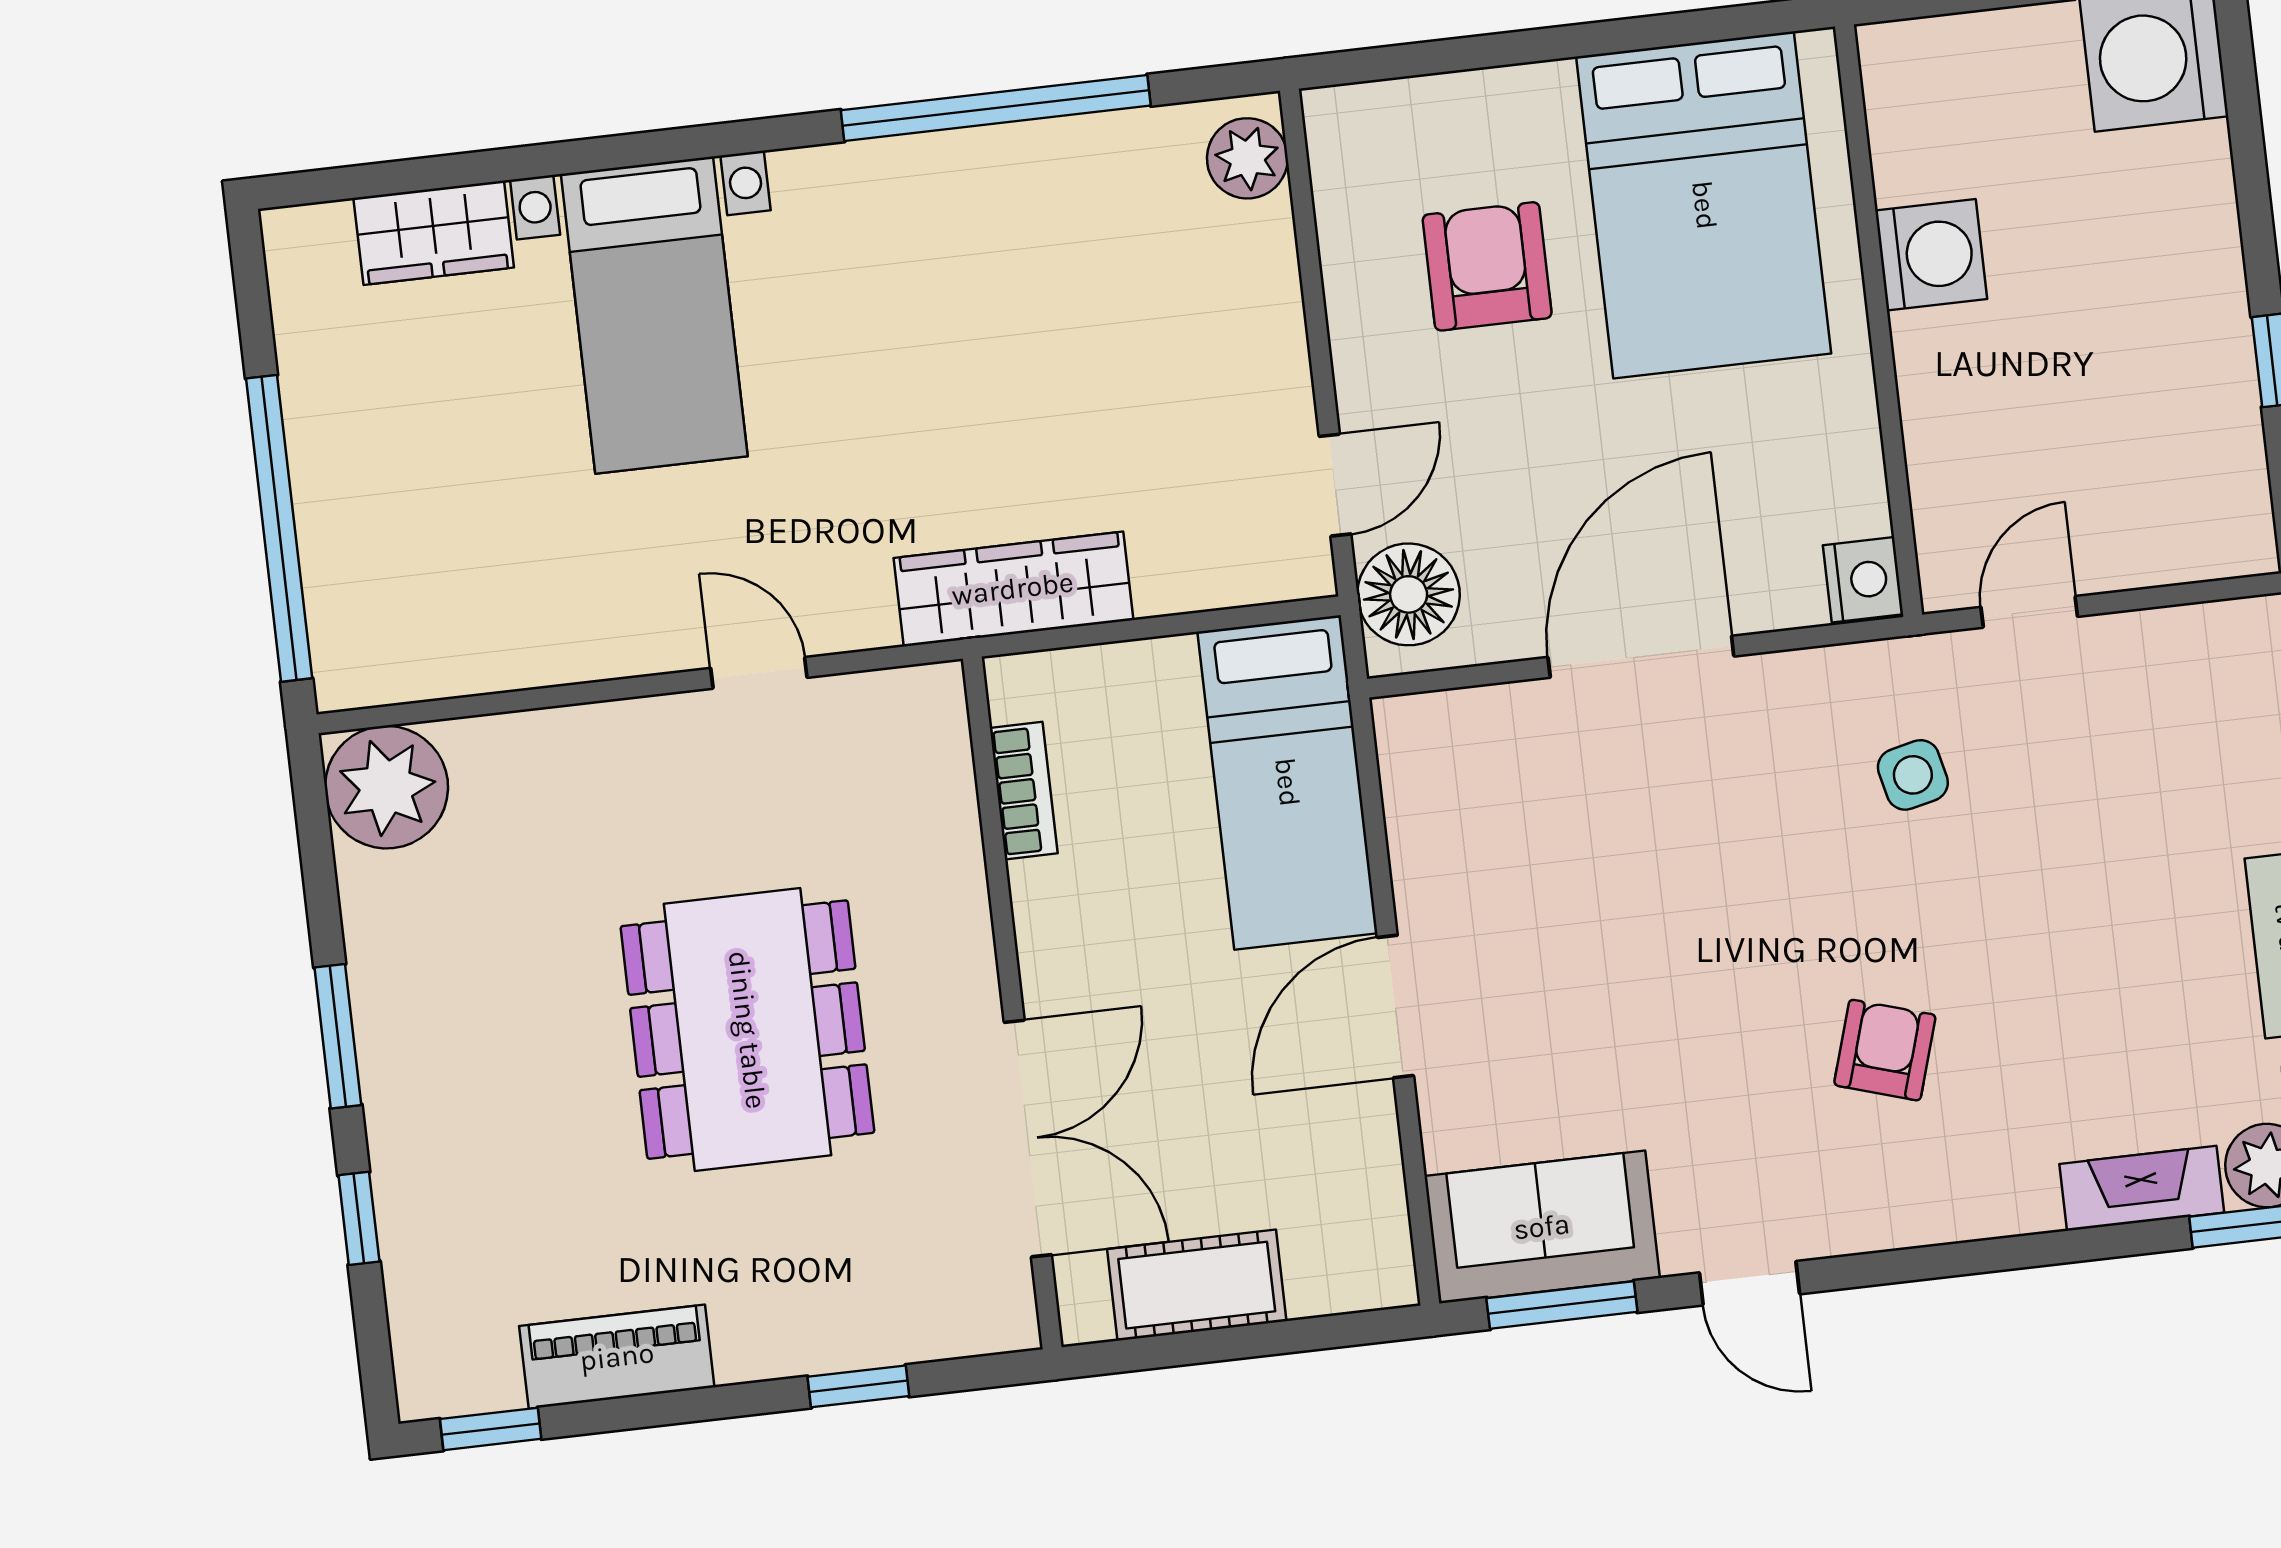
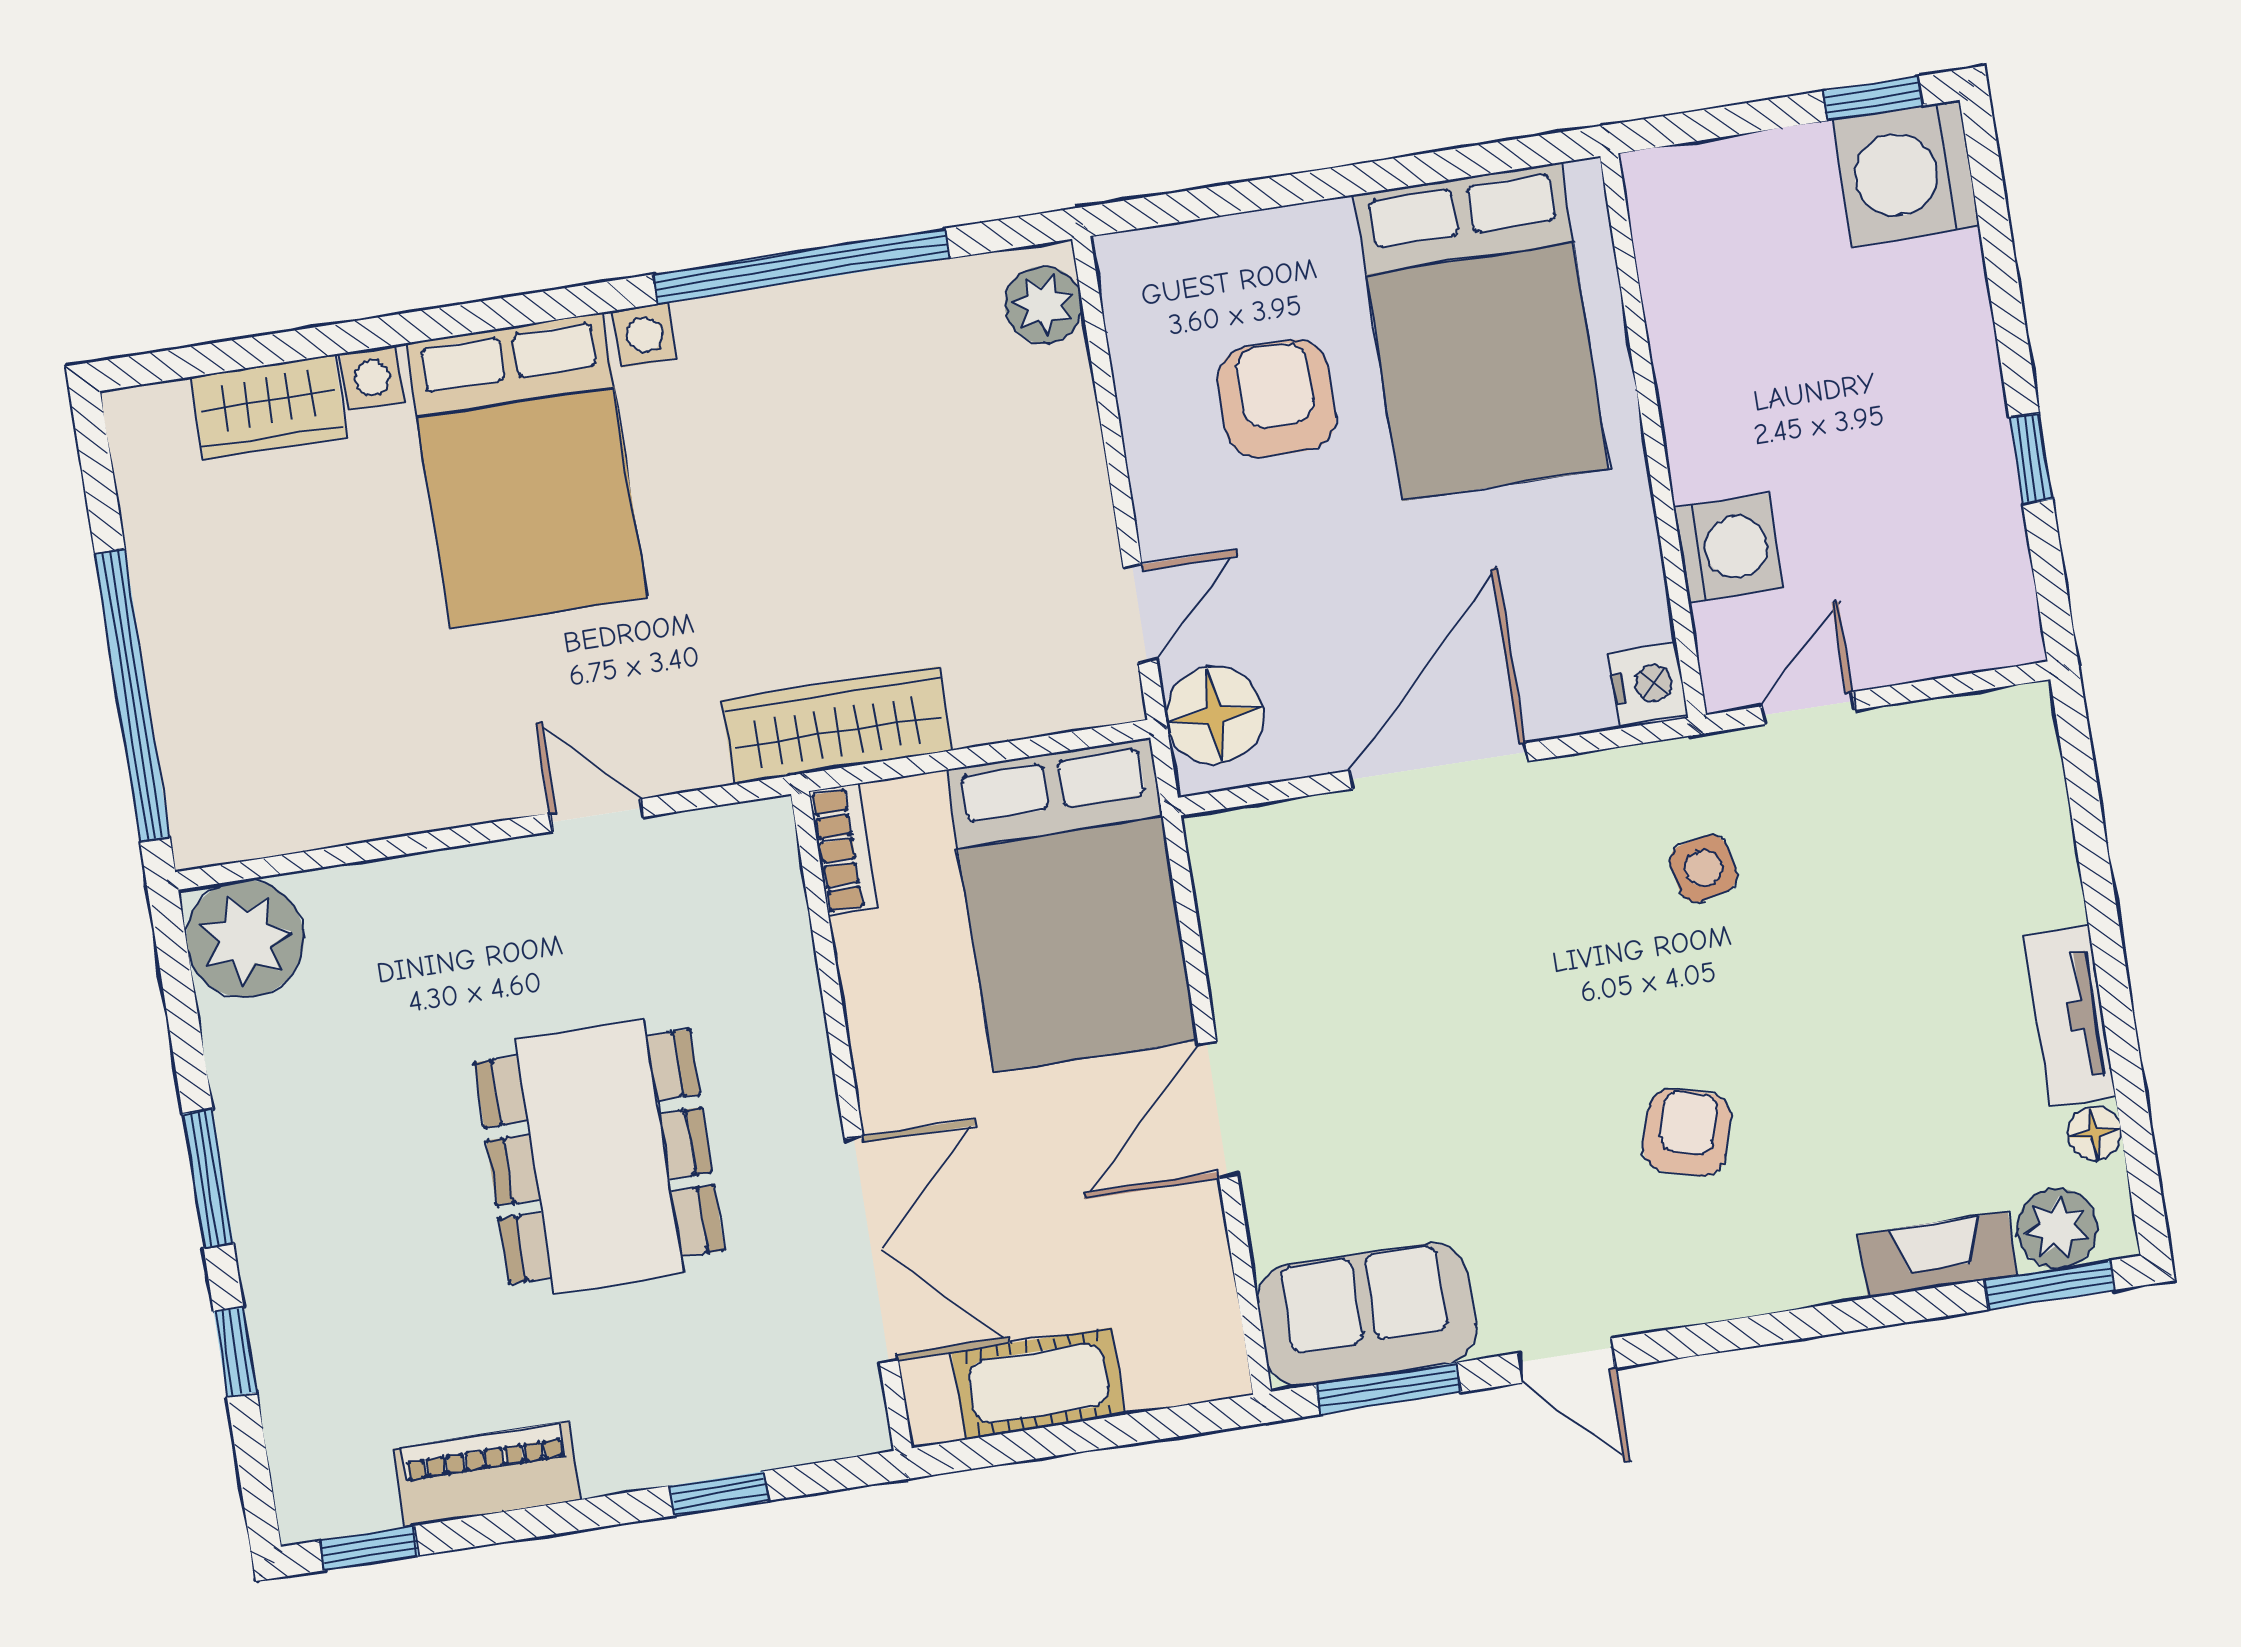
washing machine: (1931, 255) -> (1729, 548), moved
bed with nightstands: (654, 315) -> (526, 470), width x1.36
bed: (1287, 782) -> (1072, 905), width x1.50
bookcase: (1024, 791) -> (844, 850), moved

